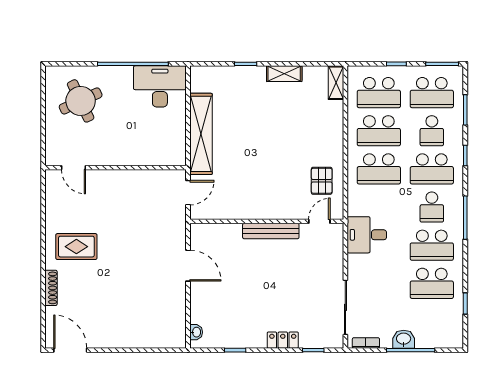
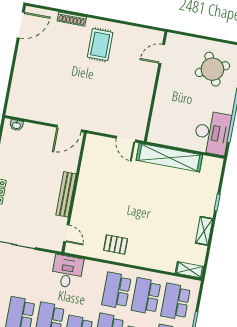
wall: (267, 221) -> (74, 193), moved
door: (319, 221) -> (66, 233), moved
bench: (271, 231) -> (66, 194), moved

